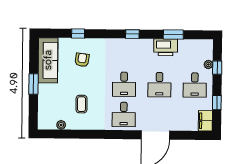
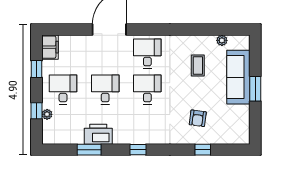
sofa: (48, 60) -> (238, 77), moved

